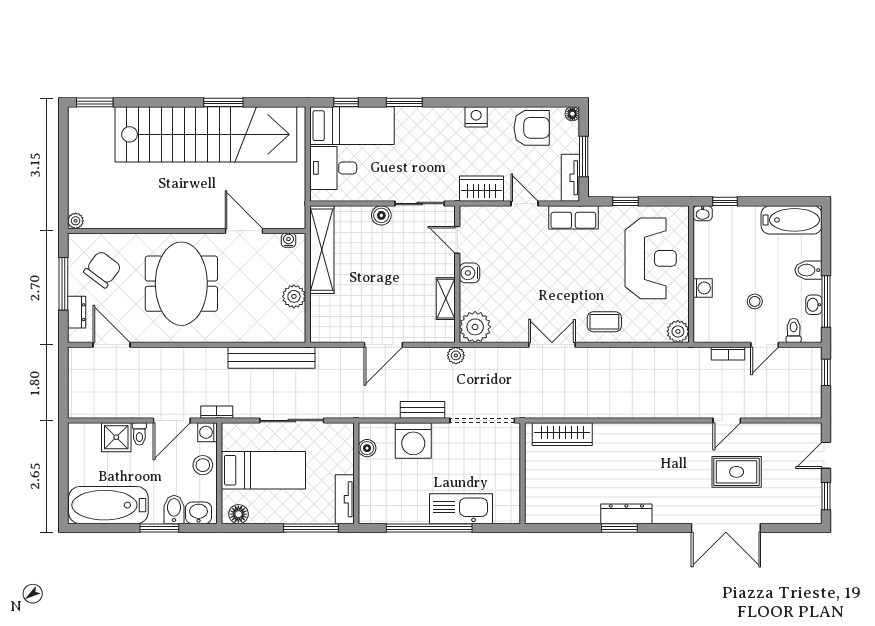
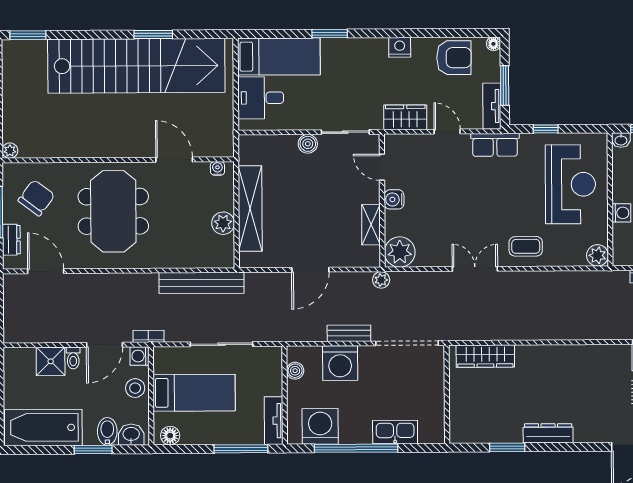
window: (346, 102) -> (273, 34), removed
shelving: (322, 250) -> (250, 208), moved
washing machine: (392, 505) -> (320, 426), added
kitchen sink: (461, 509) -> (395, 432), width x0.73, depth x0.81
window: (619, 528) -> (507, 447), moved

